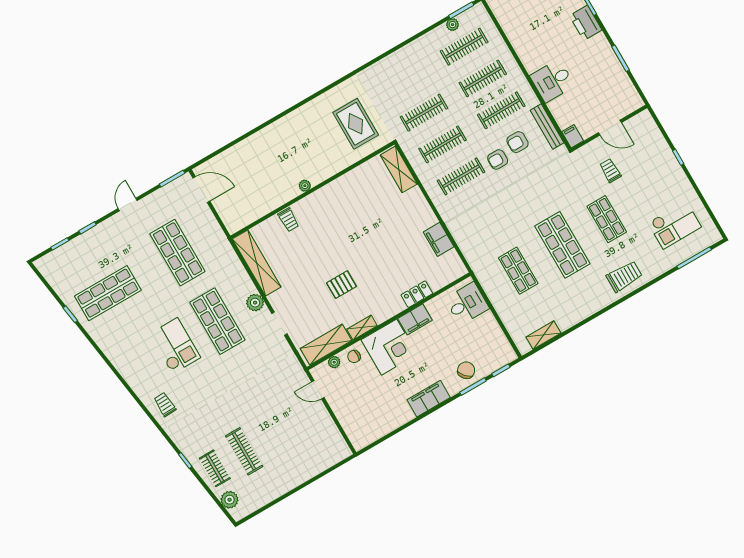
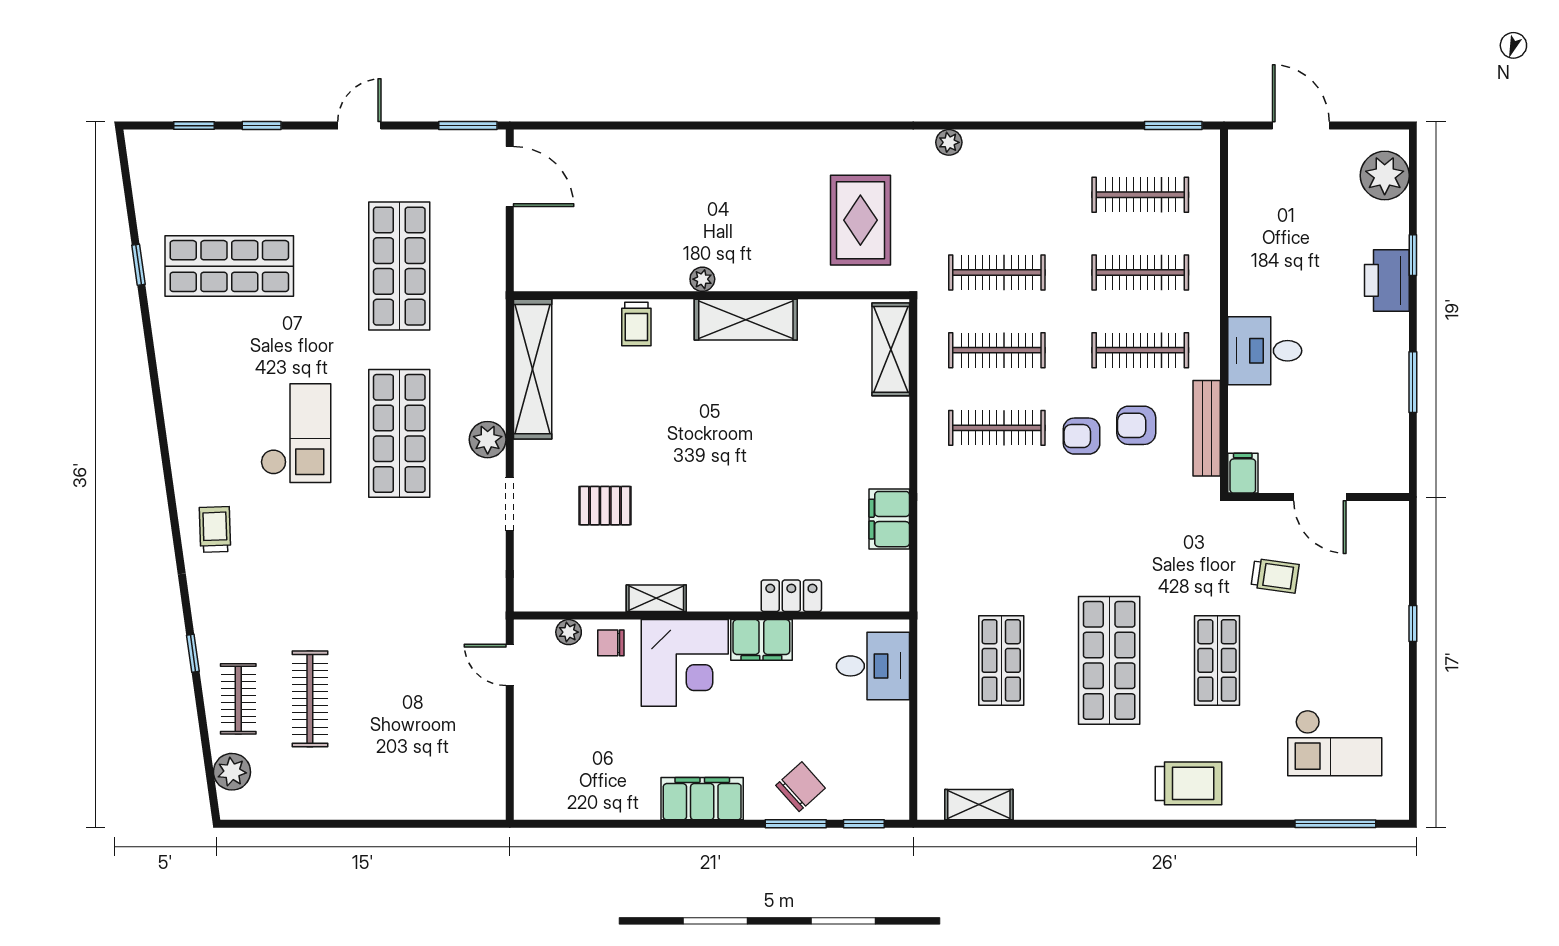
plant: (453, 25) -> (949, 142), moved
trolley: (610, 171) -> (1275, 576), turned 98
pallet: (341, 285) -> (605, 506), moved
shelving: (326, 344) -> (746, 320), moved

